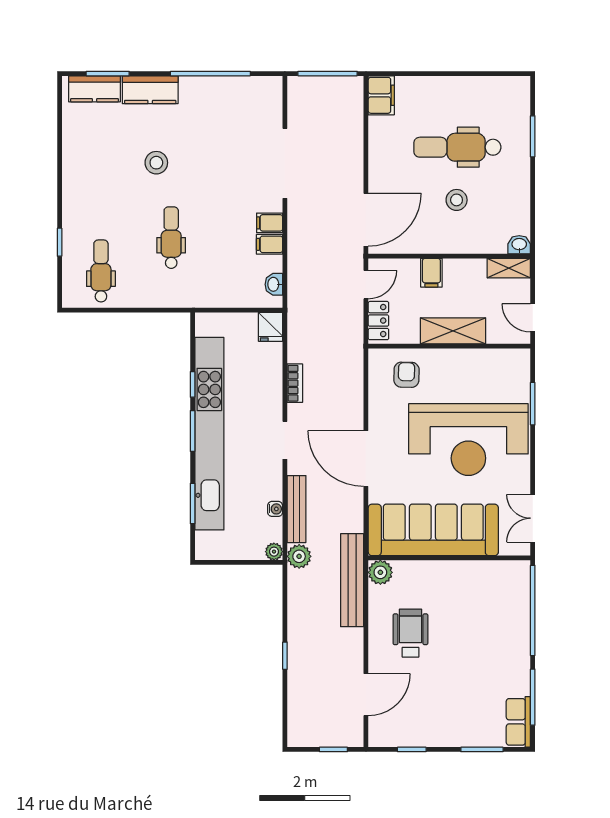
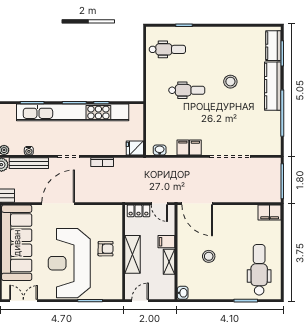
kitchen counter: (150, 90) -> (273, 86), width x1.50
dental chair: (457, 147) -> (259, 270), moved
shelving: (509, 268) -> (169, 262), moved
armchair: (406, 375) -> (106, 249), moved

